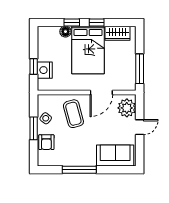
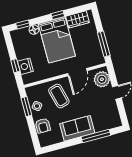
window: (72, 22) -> (23, 25), moved
window: (34, 128) -> (26, 107), moved
sofa: (115, 156) -> (77, 128), moved
window: (79, 170) -> (96, 136), moved

